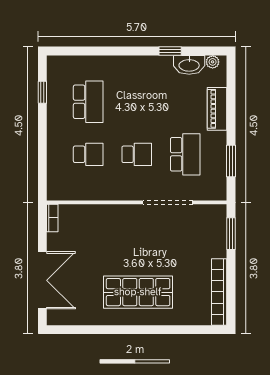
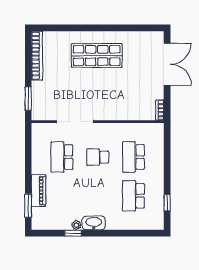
plant: (213, 62) -> (76, 225), moved
washbasin: (189, 65) -> (94, 223), moved
school desk: (88, 154) -> (133, 157), width x1.85
window: (231, 161) -> (28, 205), moved
double door: (42, 280) -> (167, 64), swing flipped

